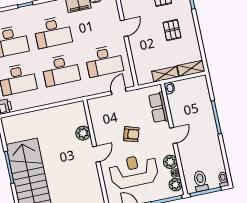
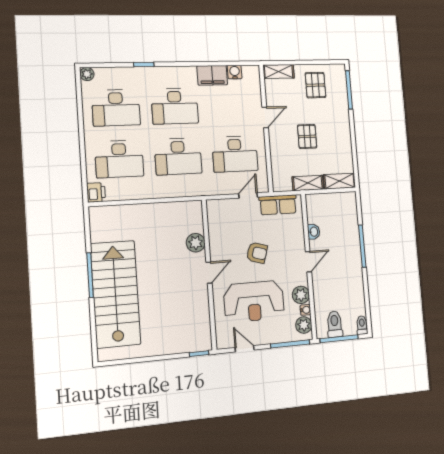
pallet: (172, 30) -> (307, 136), moved
washbasin: (170, 88) -> (314, 232), moved
row of seats: (159, 108) -> (278, 205), moved, turned -90
reception desk: (134, 171) -> (254, 301), turned 180

